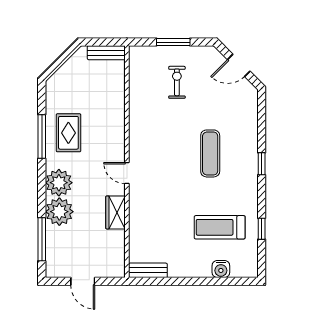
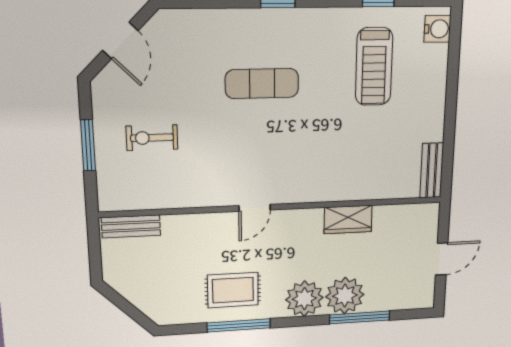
bench: (106, 53) -> (131, 226), moved, turned 90
door: (127, 173) -> (255, 208), moved
window: (42, 239) -> (360, 317), moved
water cooler: (221, 269) -> (437, 29), moved

